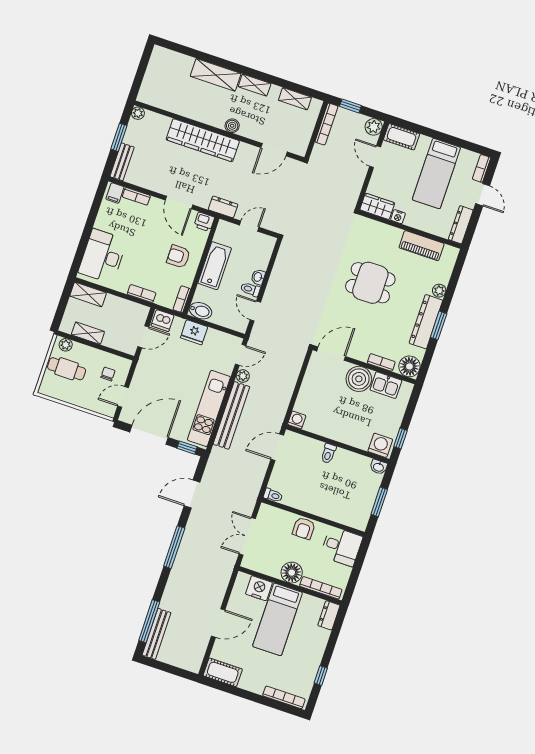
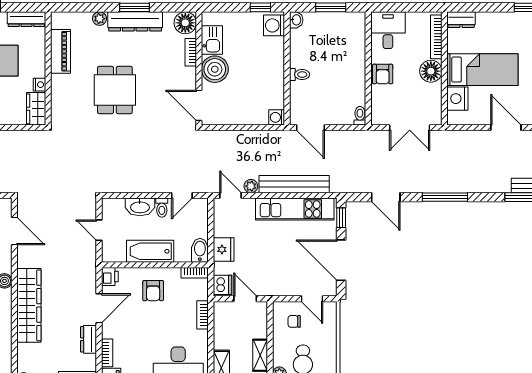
dresser: (223, 207) -> (89, 339), moved
washbasin: (258, 277) -> (140, 207), width x1.91, depth x1.45
armchair: (304, 528) -> (383, 74), turned 90

